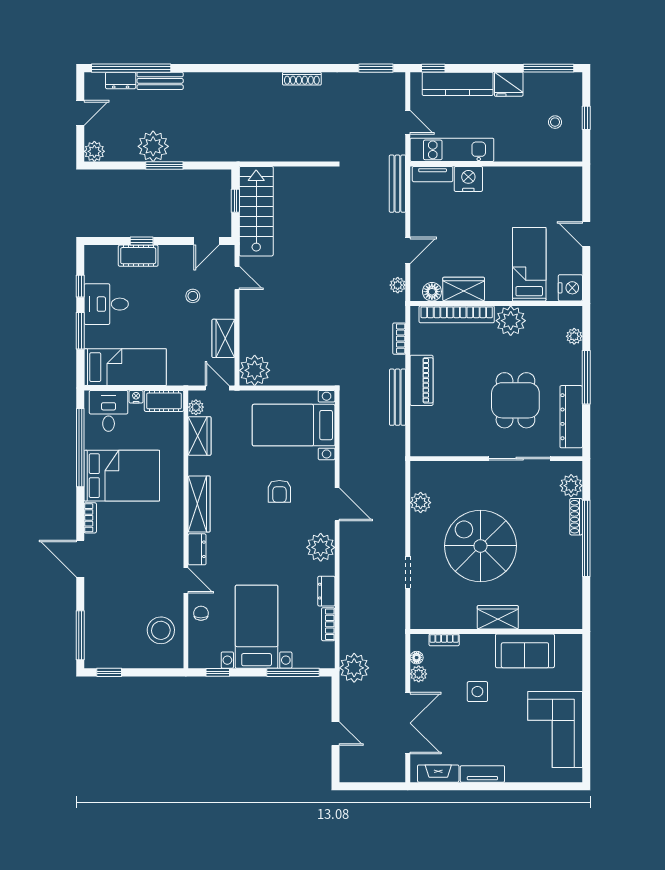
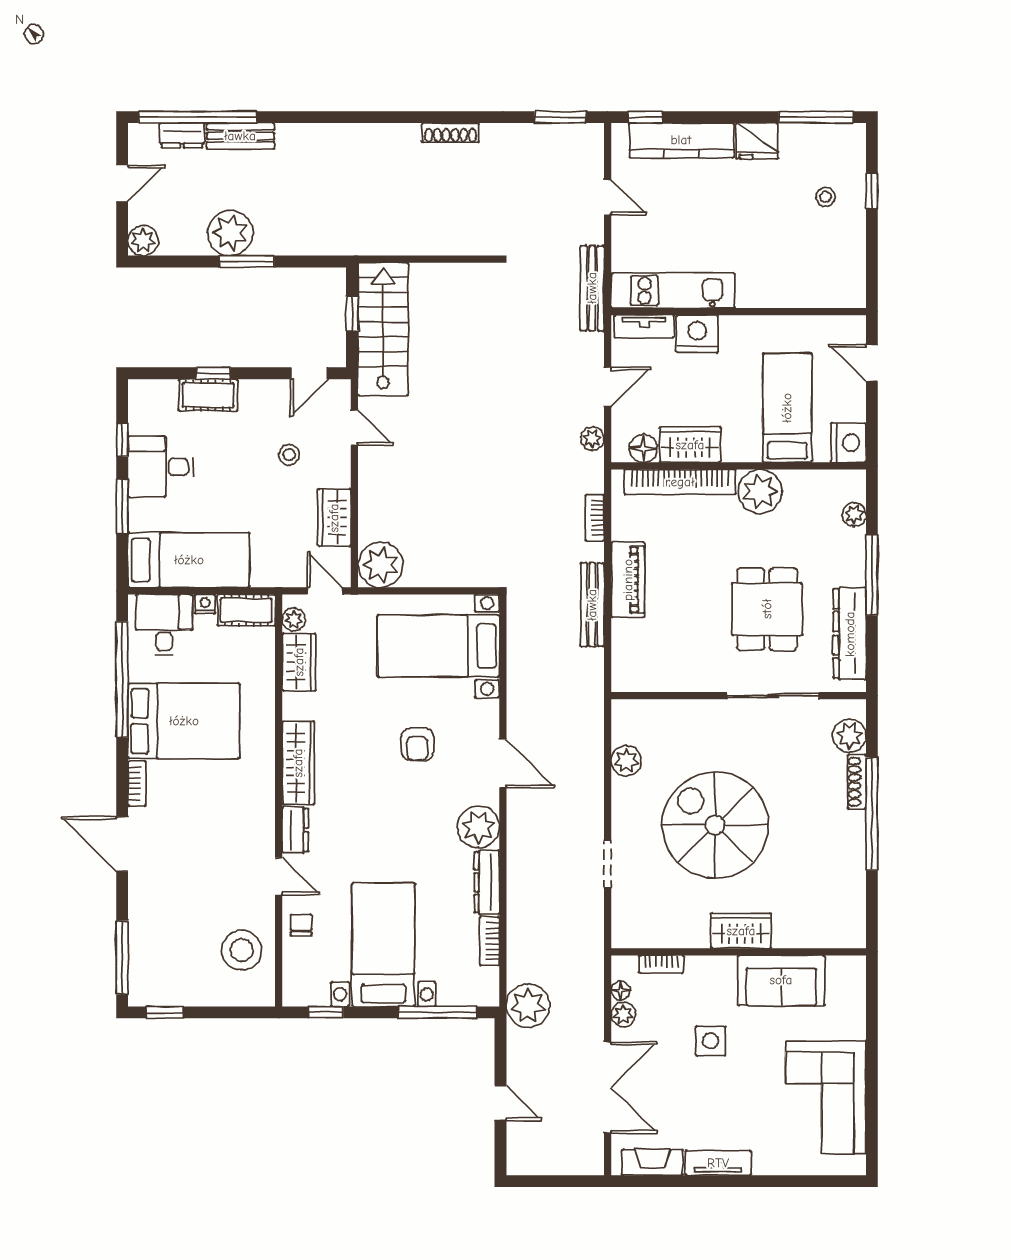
kitchen unit: (452, 150) -> (673, 291), moved
wall: (496, 164) -> (739, 312), moved
tv unit: (433, 174) -> (644, 326), moved
nightstand: (468, 179) -> (697, 334), moved
dresser: (326, 591) -> (487, 882), width x1.44

